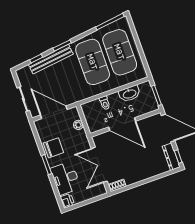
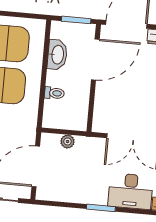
door: (122, 124) -> (95, 59), moved
chair: (53, 148) -> (83, 189), removed

